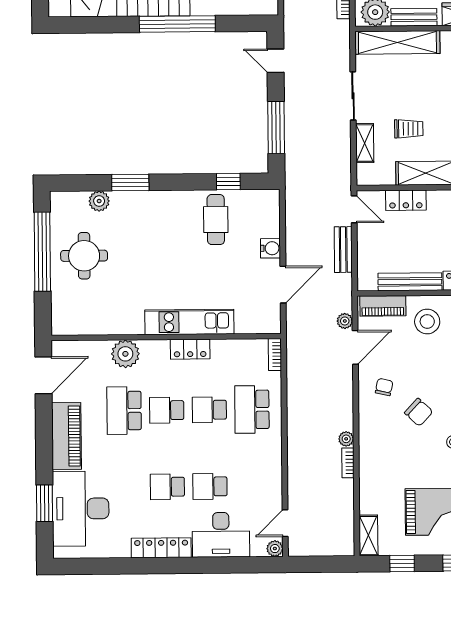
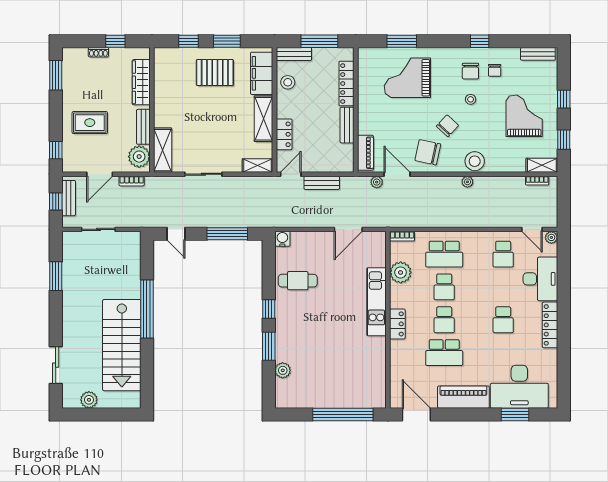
shelving: (397, 42) -> (163, 150), width x0.68
door: (276, 61) -> (176, 234), hinge flipped
trolley: (409, 129) -> (229, 132), removed
shelving: (365, 143) -> (258, 166), moved
window: (228, 182) -> (269, 309), moved
water cooler: (270, 248) -> (282, 239), moved
window: (42, 252) -> (343, 414), moved
round table: (84, 256) -> (325, 382), removed
bench: (410, 282) -> (347, 125), width x0.73
door: (283, 285) -> (348, 229), swing flipped
stool: (427, 321) -> (475, 161), moved
locker: (190, 349) -> (397, 324), moved
plant: (125, 354) -> (401, 272), moved
chair: (384, 387) -> (428, 152), width x1.87, depth x1.87
bookcase: (348, 463) -> (537, 181), moved
school desk: (210, 486) -> (503, 254), moved

